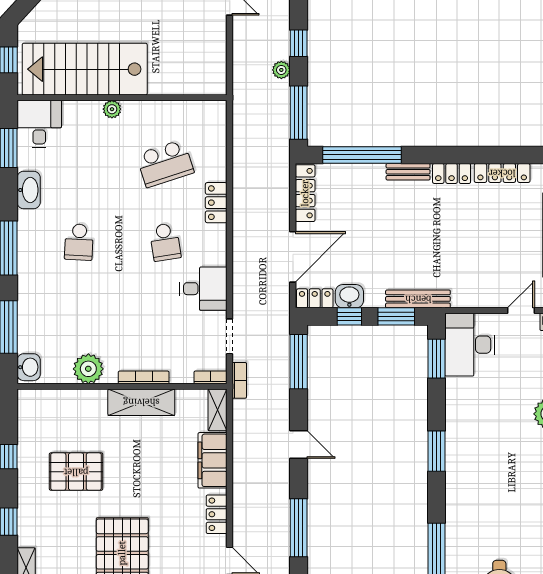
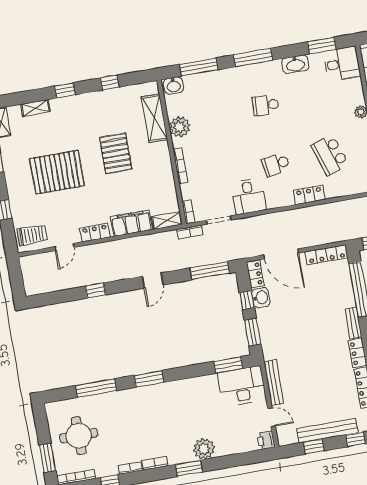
bench: (418, 299) -> (274, 383), moved
shelving: (141, 402) -> (154, 118), moved
window: (436, 451) -> (149, 379), moved
pallet: (76, 472) -> (116, 153), moved
window: (299, 528) -> (96, 290), width x0.46

